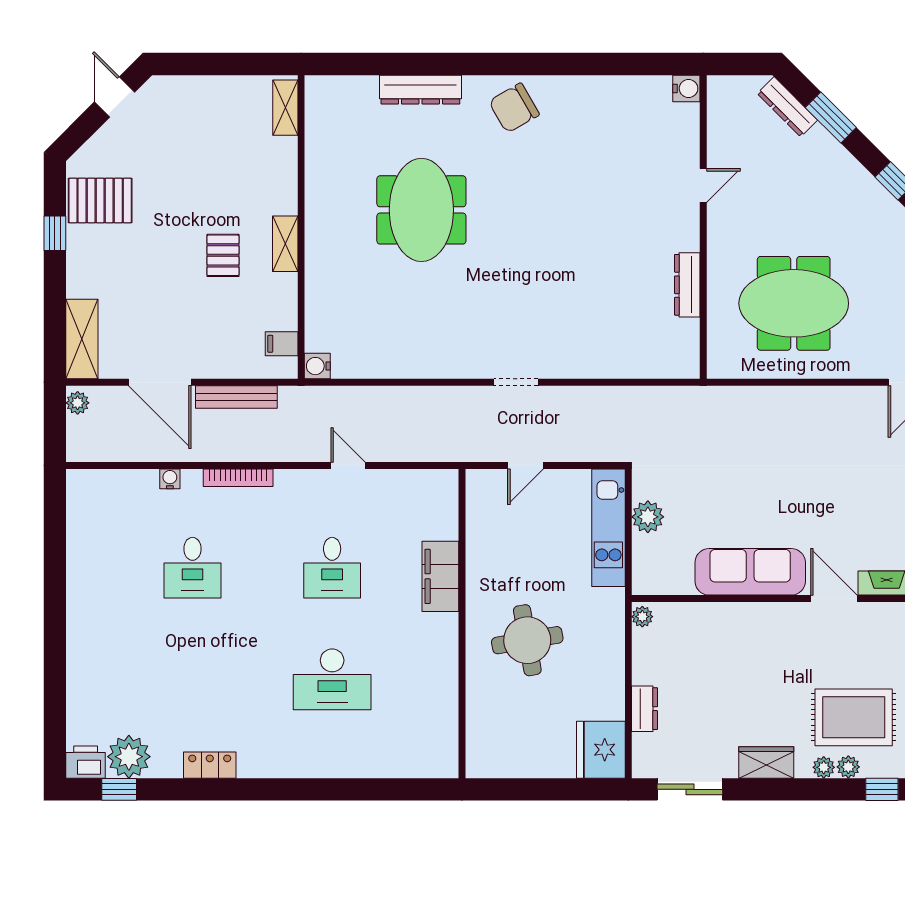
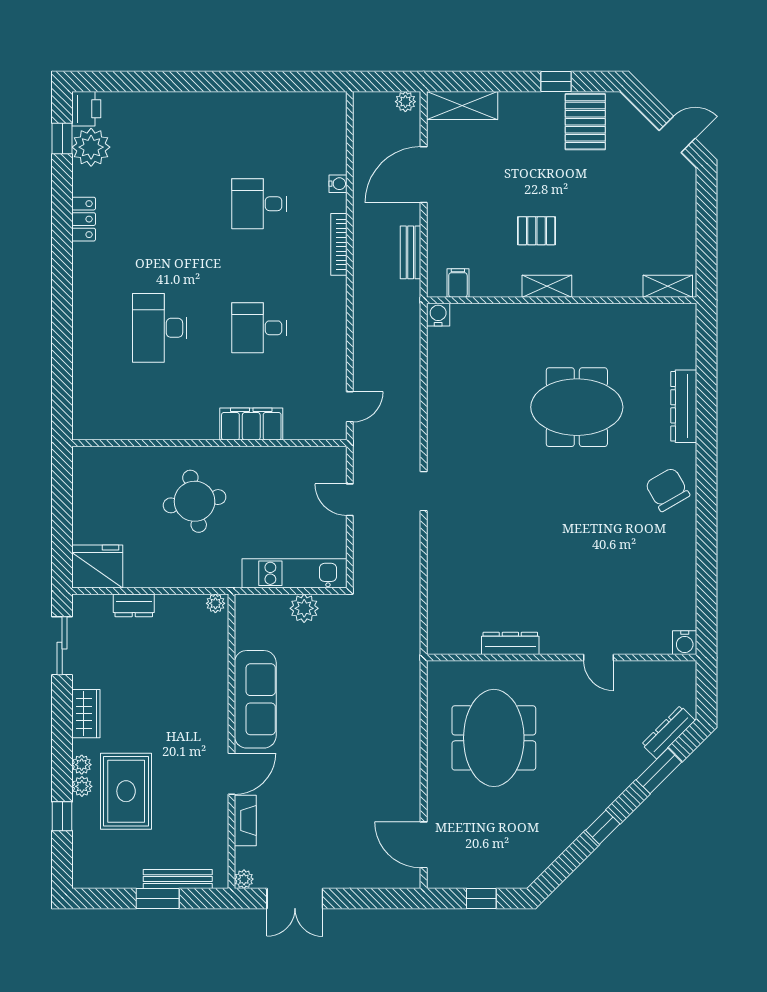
bench: (236, 397) -> (411, 252), width x0.73
door: (348, 465) -> (350, 407), moved

